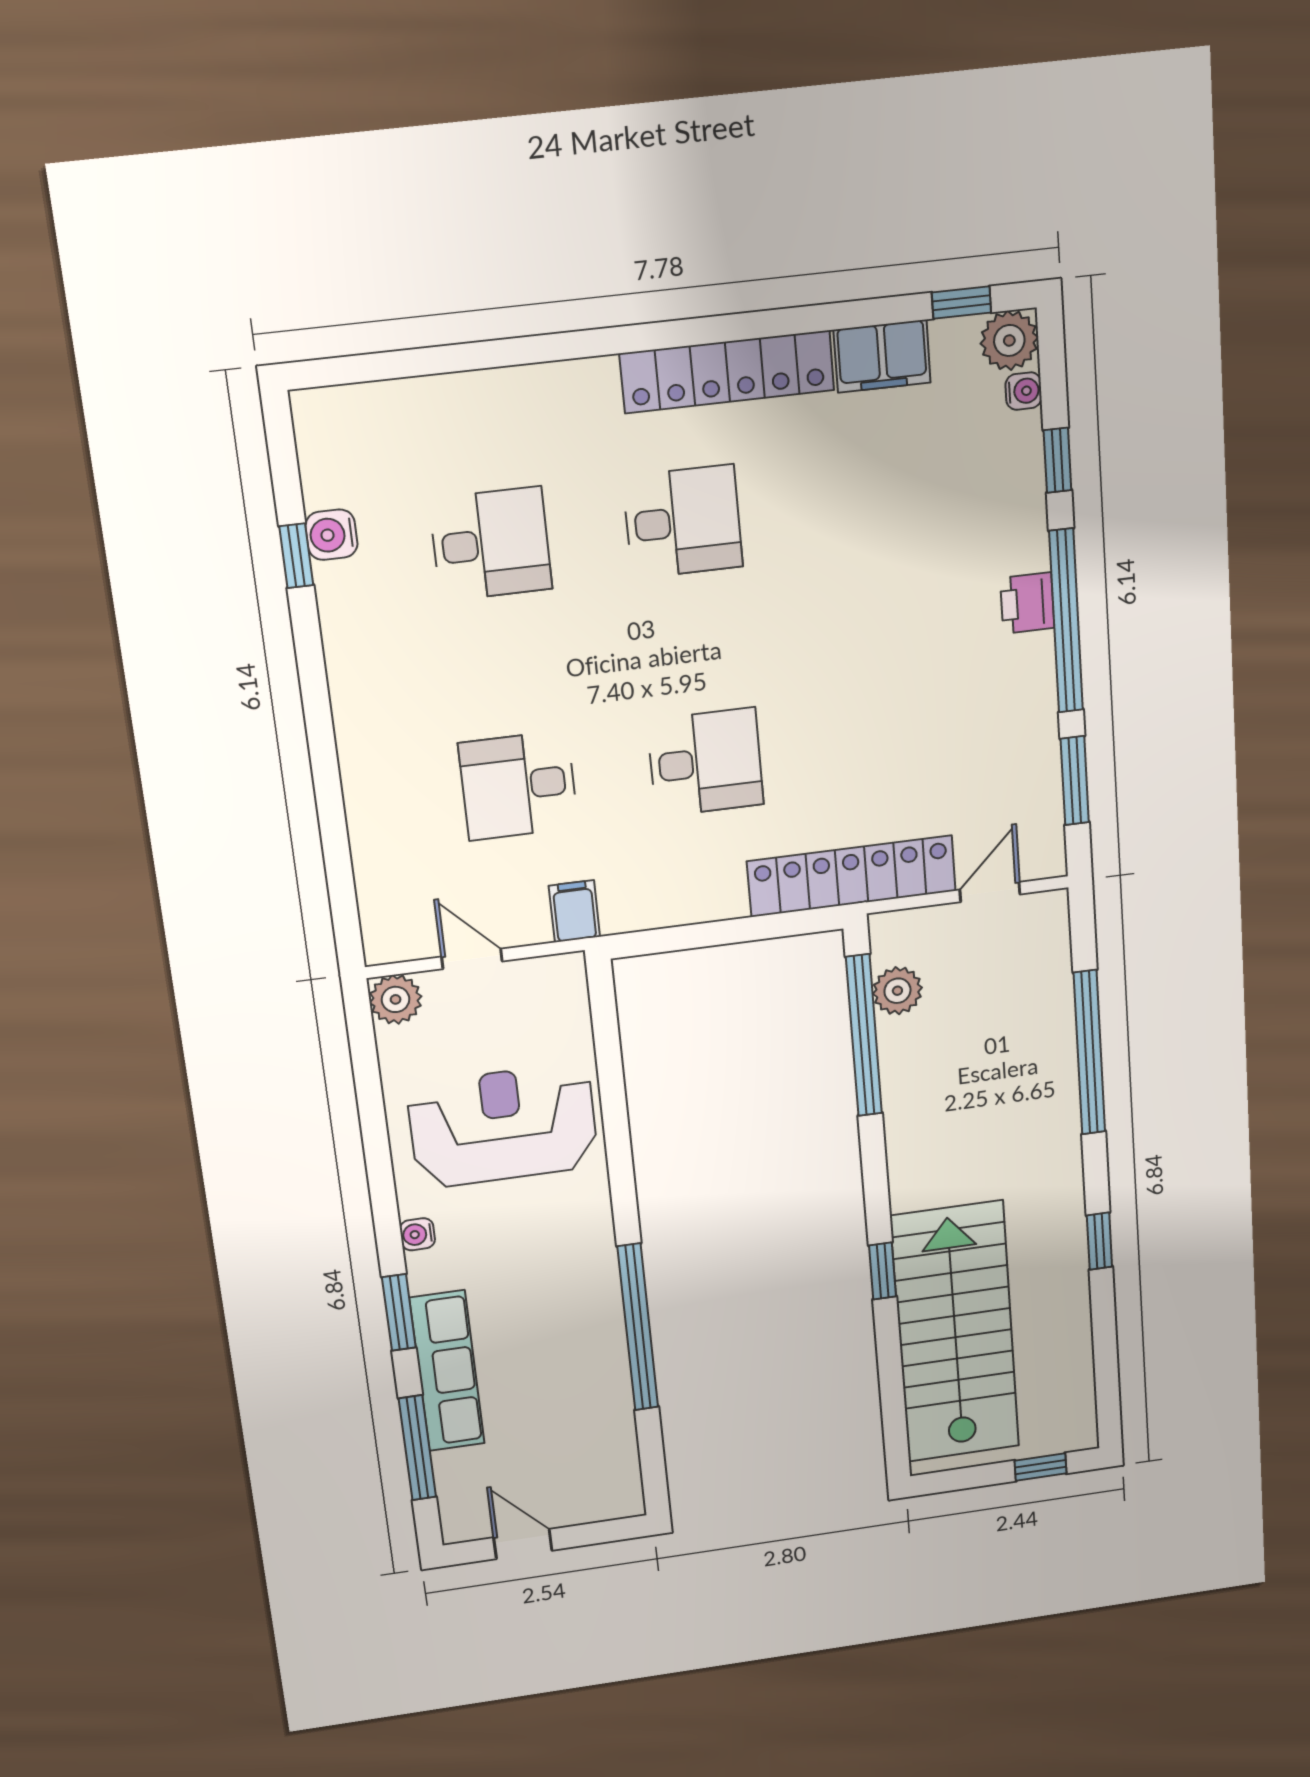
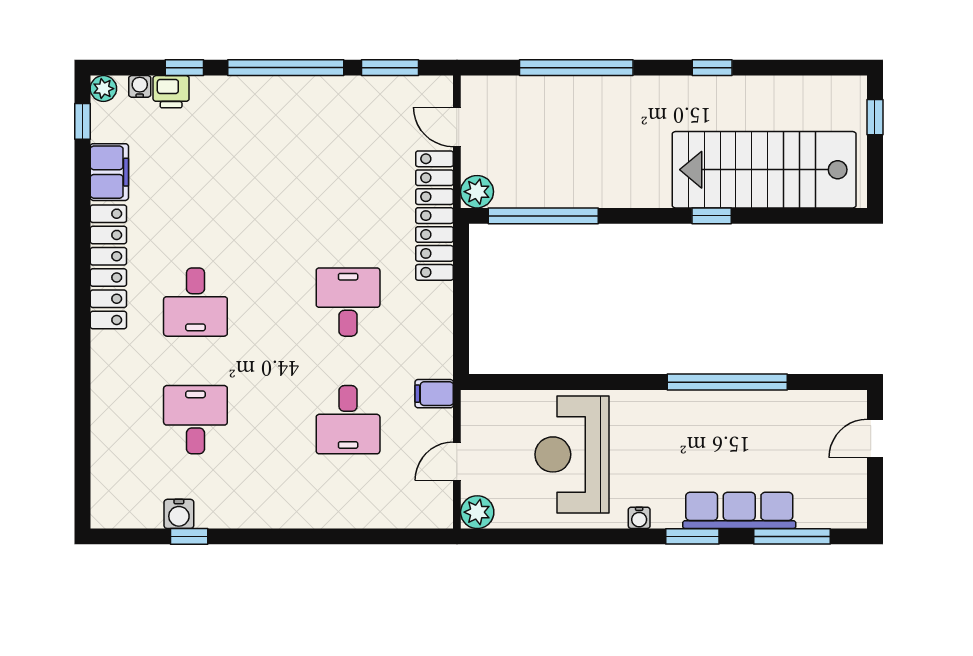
plant: (1009, 340) -> (103, 89), width x0.73, depth x0.73
desk: (683, 522) -> (195, 302), turned 180
printer: (1027, 603) -> (171, 92), moved
plant: (897, 991) -> (477, 192), moved
door: (523, 1544) -> (875, 439), moved

